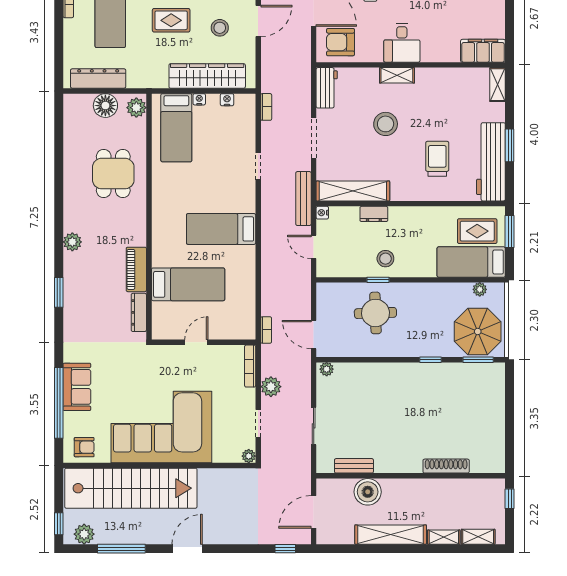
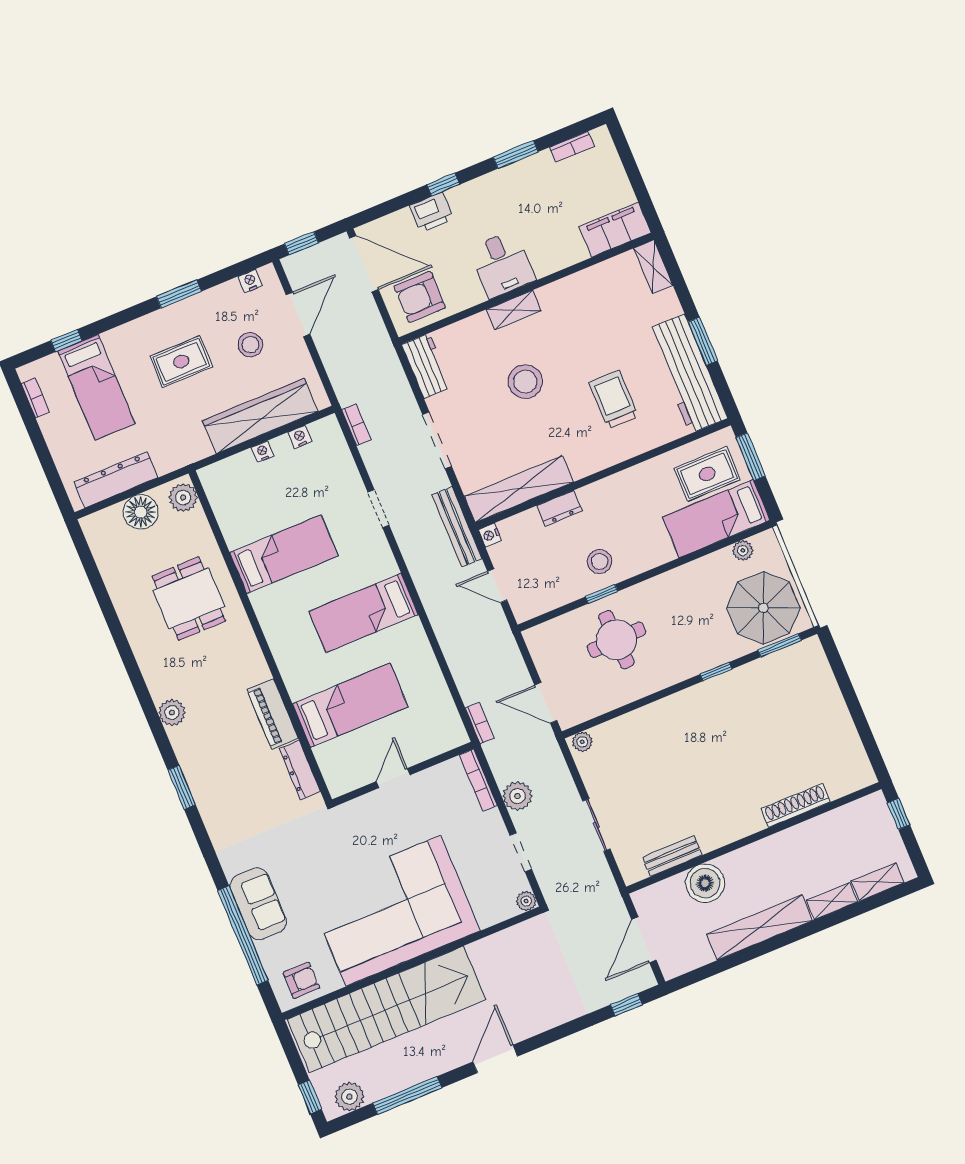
bed: (176, 128) -> (284, 554), moved, turned -90

